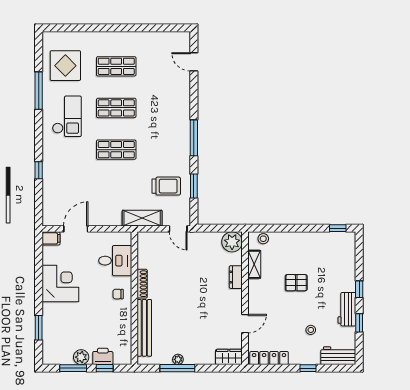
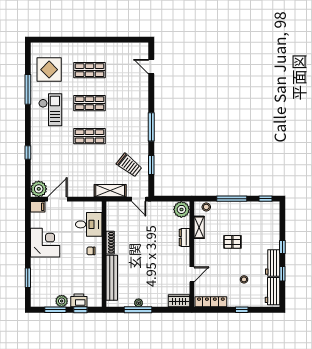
trolley: (166, 186) -> (129, 165), turned 38
plant: (52, 216) -> (39, 189), added
window: (295, 228) -> (232, 199), added
workbench: (338, 356) -> (272, 291), moved, turned -90

